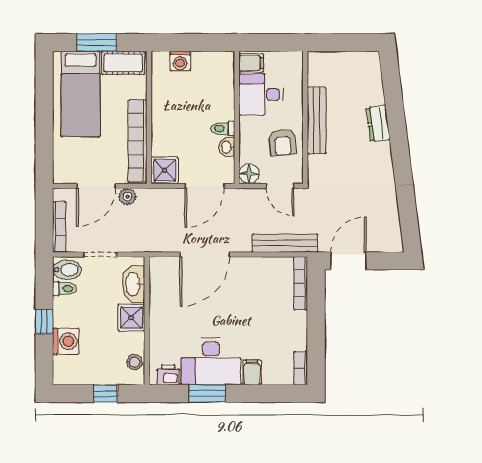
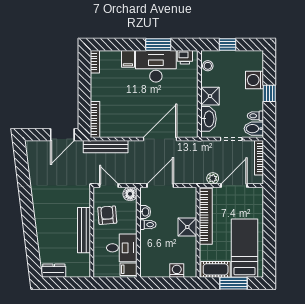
dresser: (378, 123) -> (54, 271), moved, turned -83
shower: (165, 170) -> (187, 227), moved

